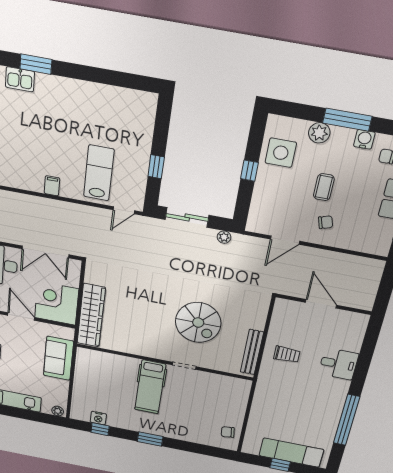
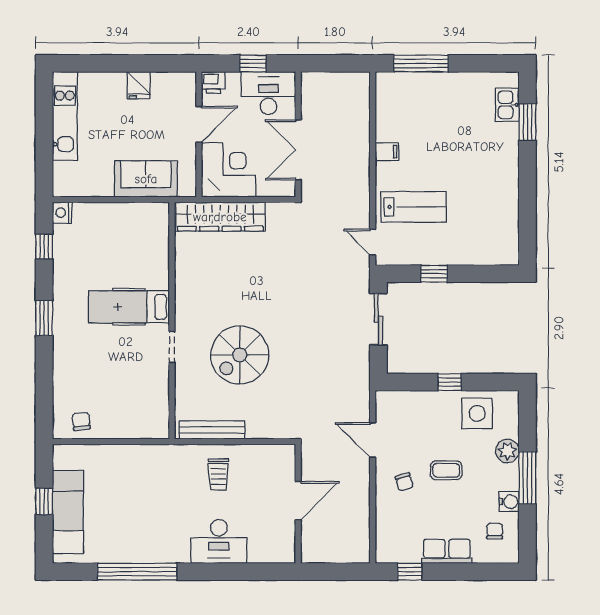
plant: (224, 237) -> (362, 367), removed
desk: (338, 364) -> (219, 541), width x1.37
plant: (58, 411) -> (61, 185), removed
nightstand: (98, 418) -> (62, 213), moved

